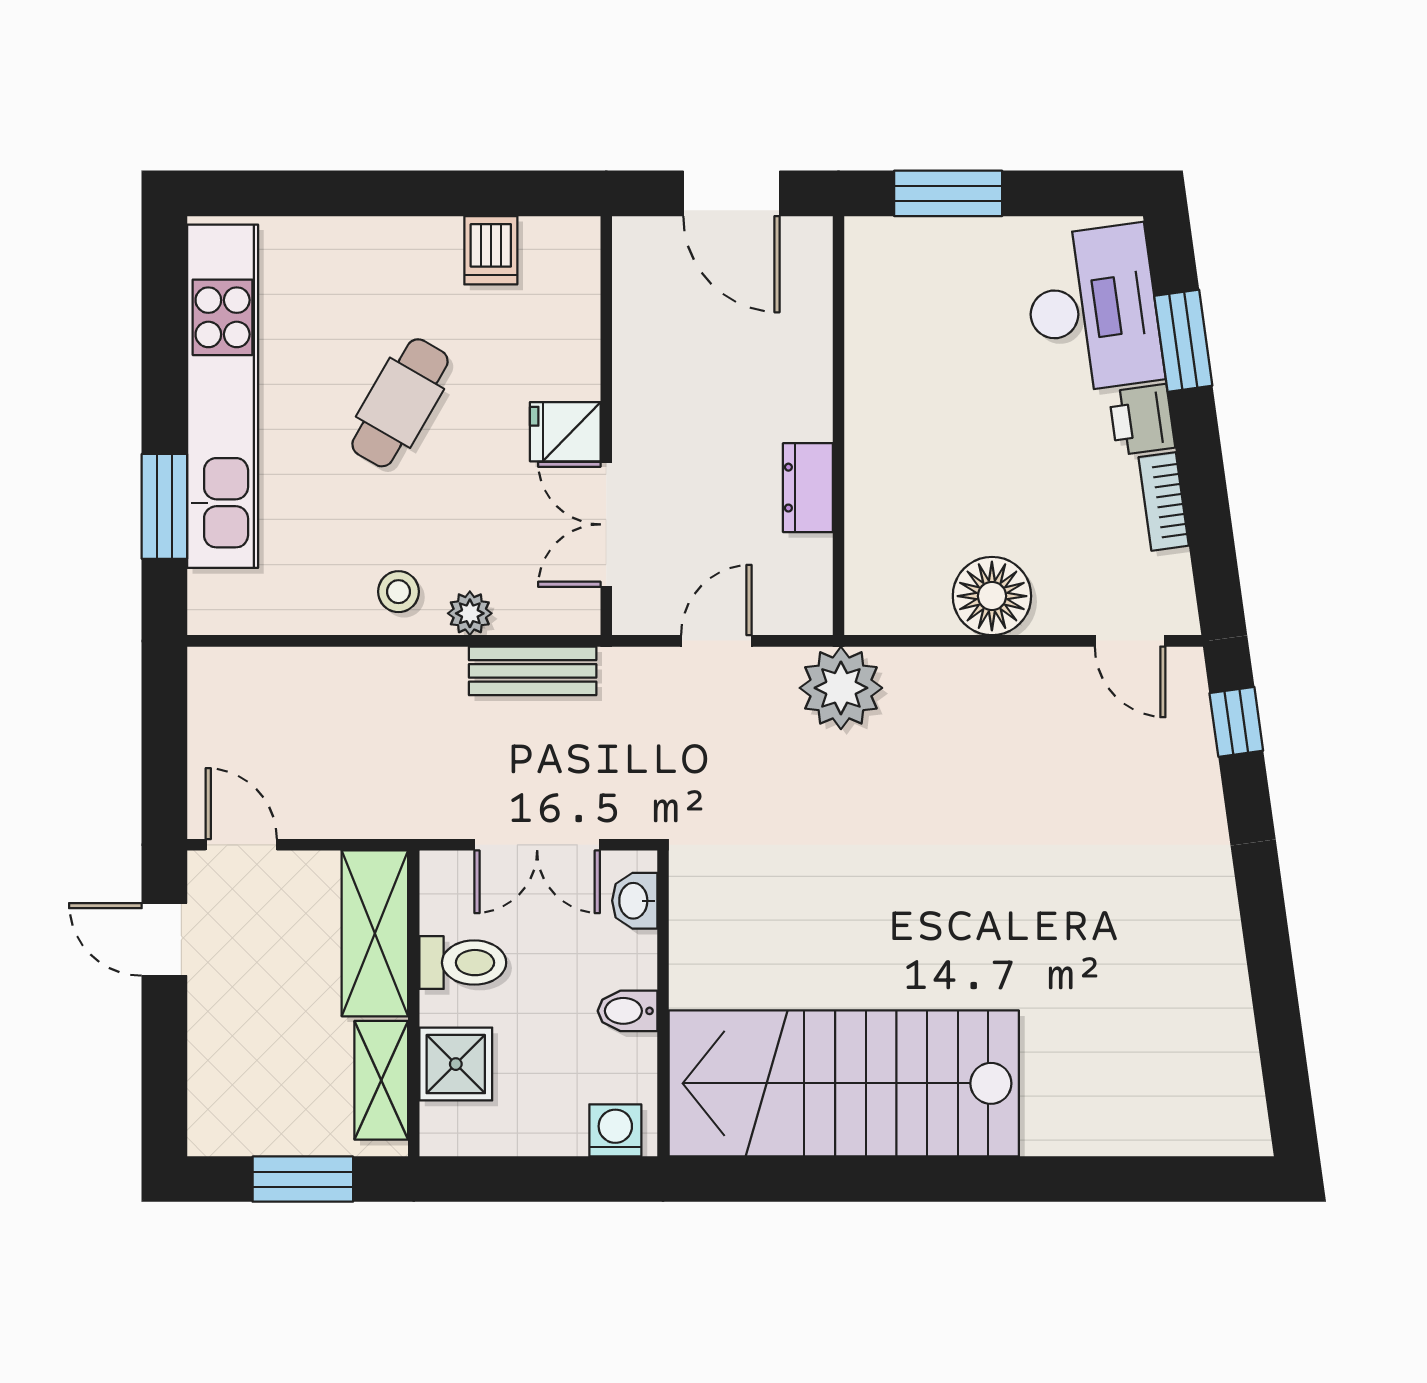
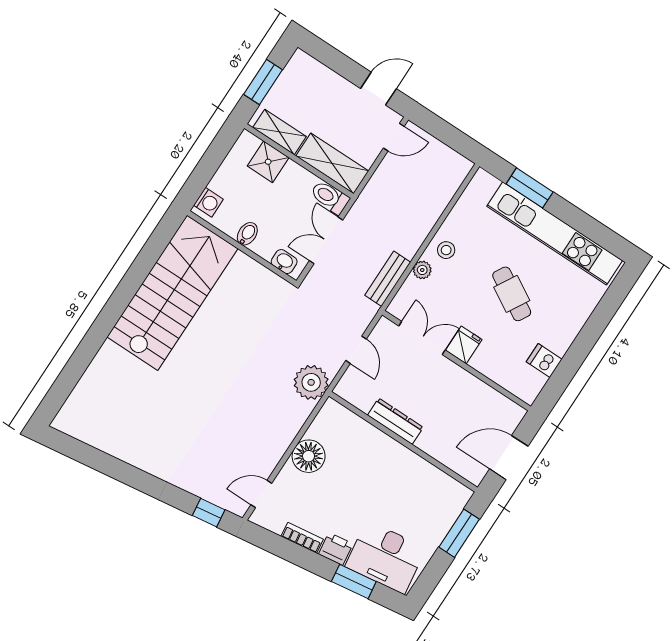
dresser: (808, 488) -> (395, 421), width x1.44
toilet: (463, 963) -> (330, 197), moved, turned 90

